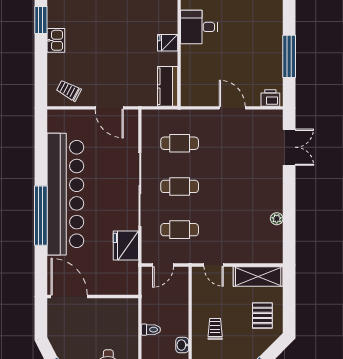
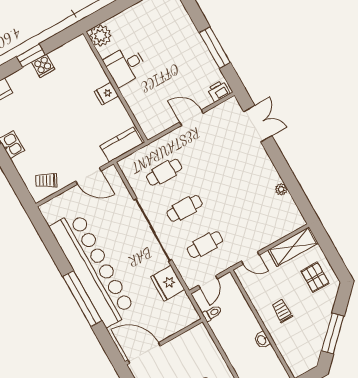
kitchen counter: (168, 86) -> (121, 145), moved, turned 90
toilet: (151, 330) -> (212, 313), moved

